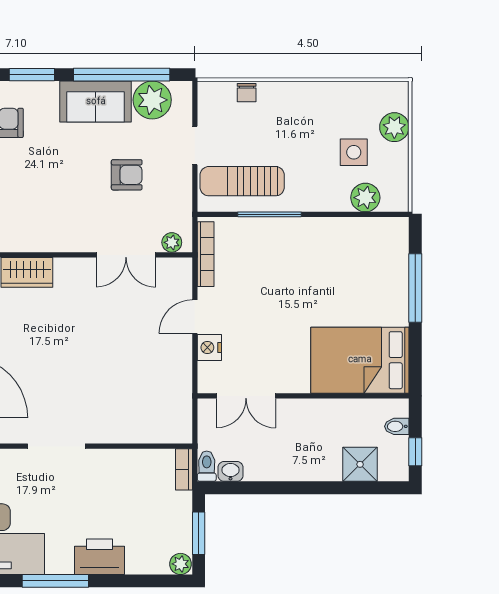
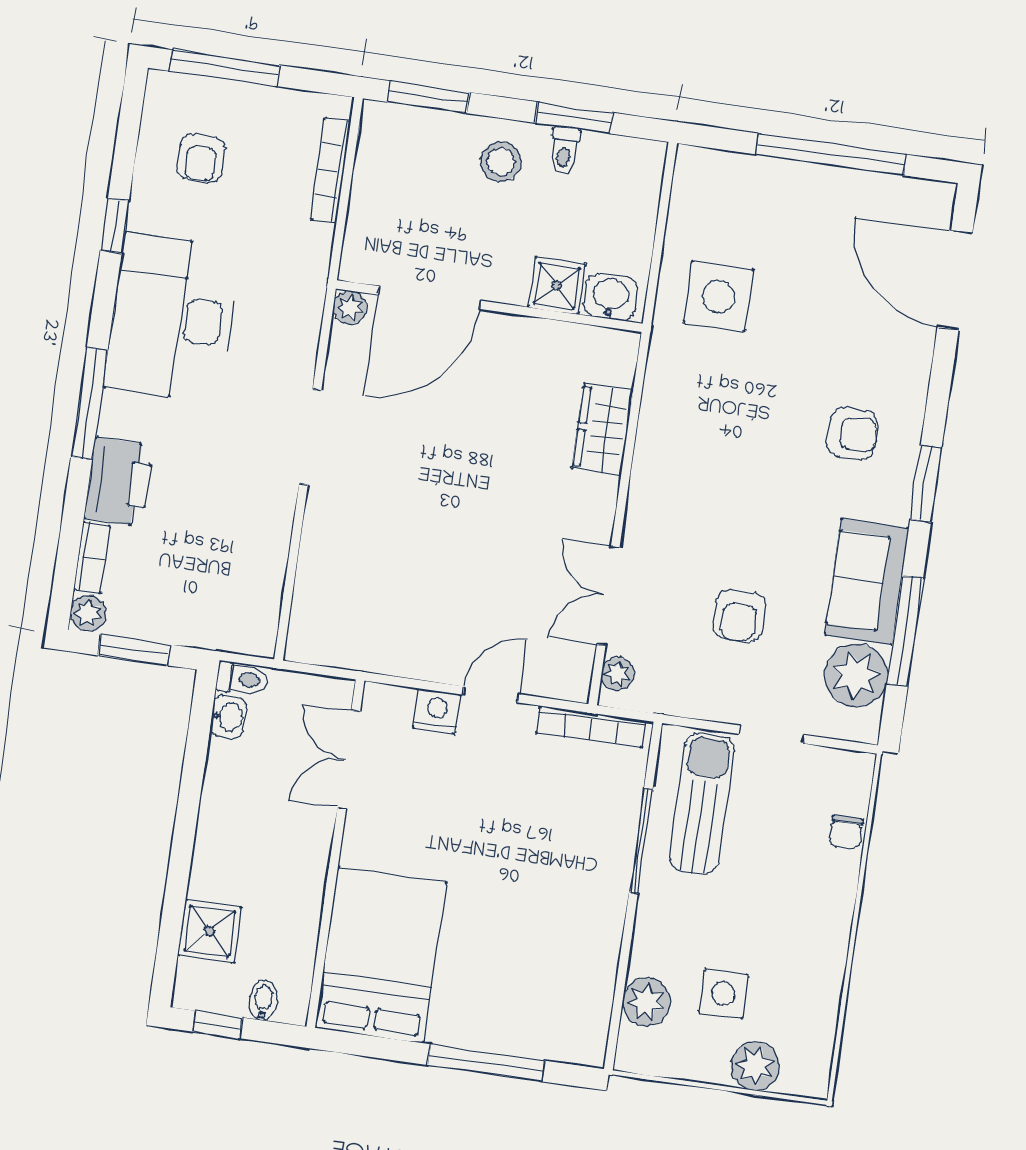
window: (122, 75) -> (905, 631), width x0.68
chair: (247, 93) -> (846, 832), turned -90
door: (195, 317) -> (491, 694), hinge flipped
bookcase: (184, 469) -> (92, 558), moved, turned 90

